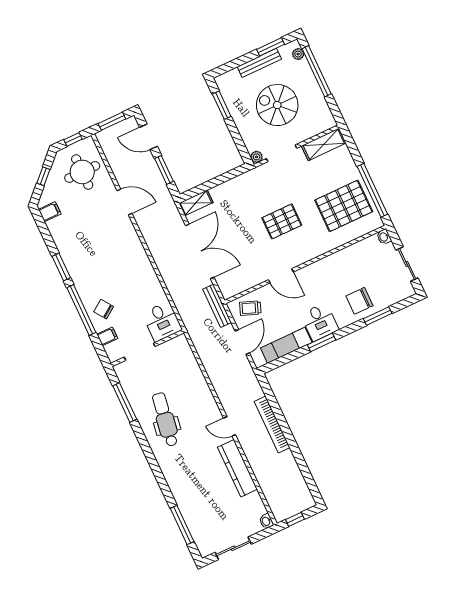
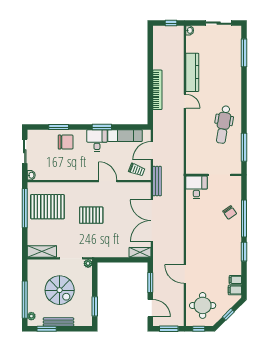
filing cabinet: (107, 336) -> (235, 280), moved

